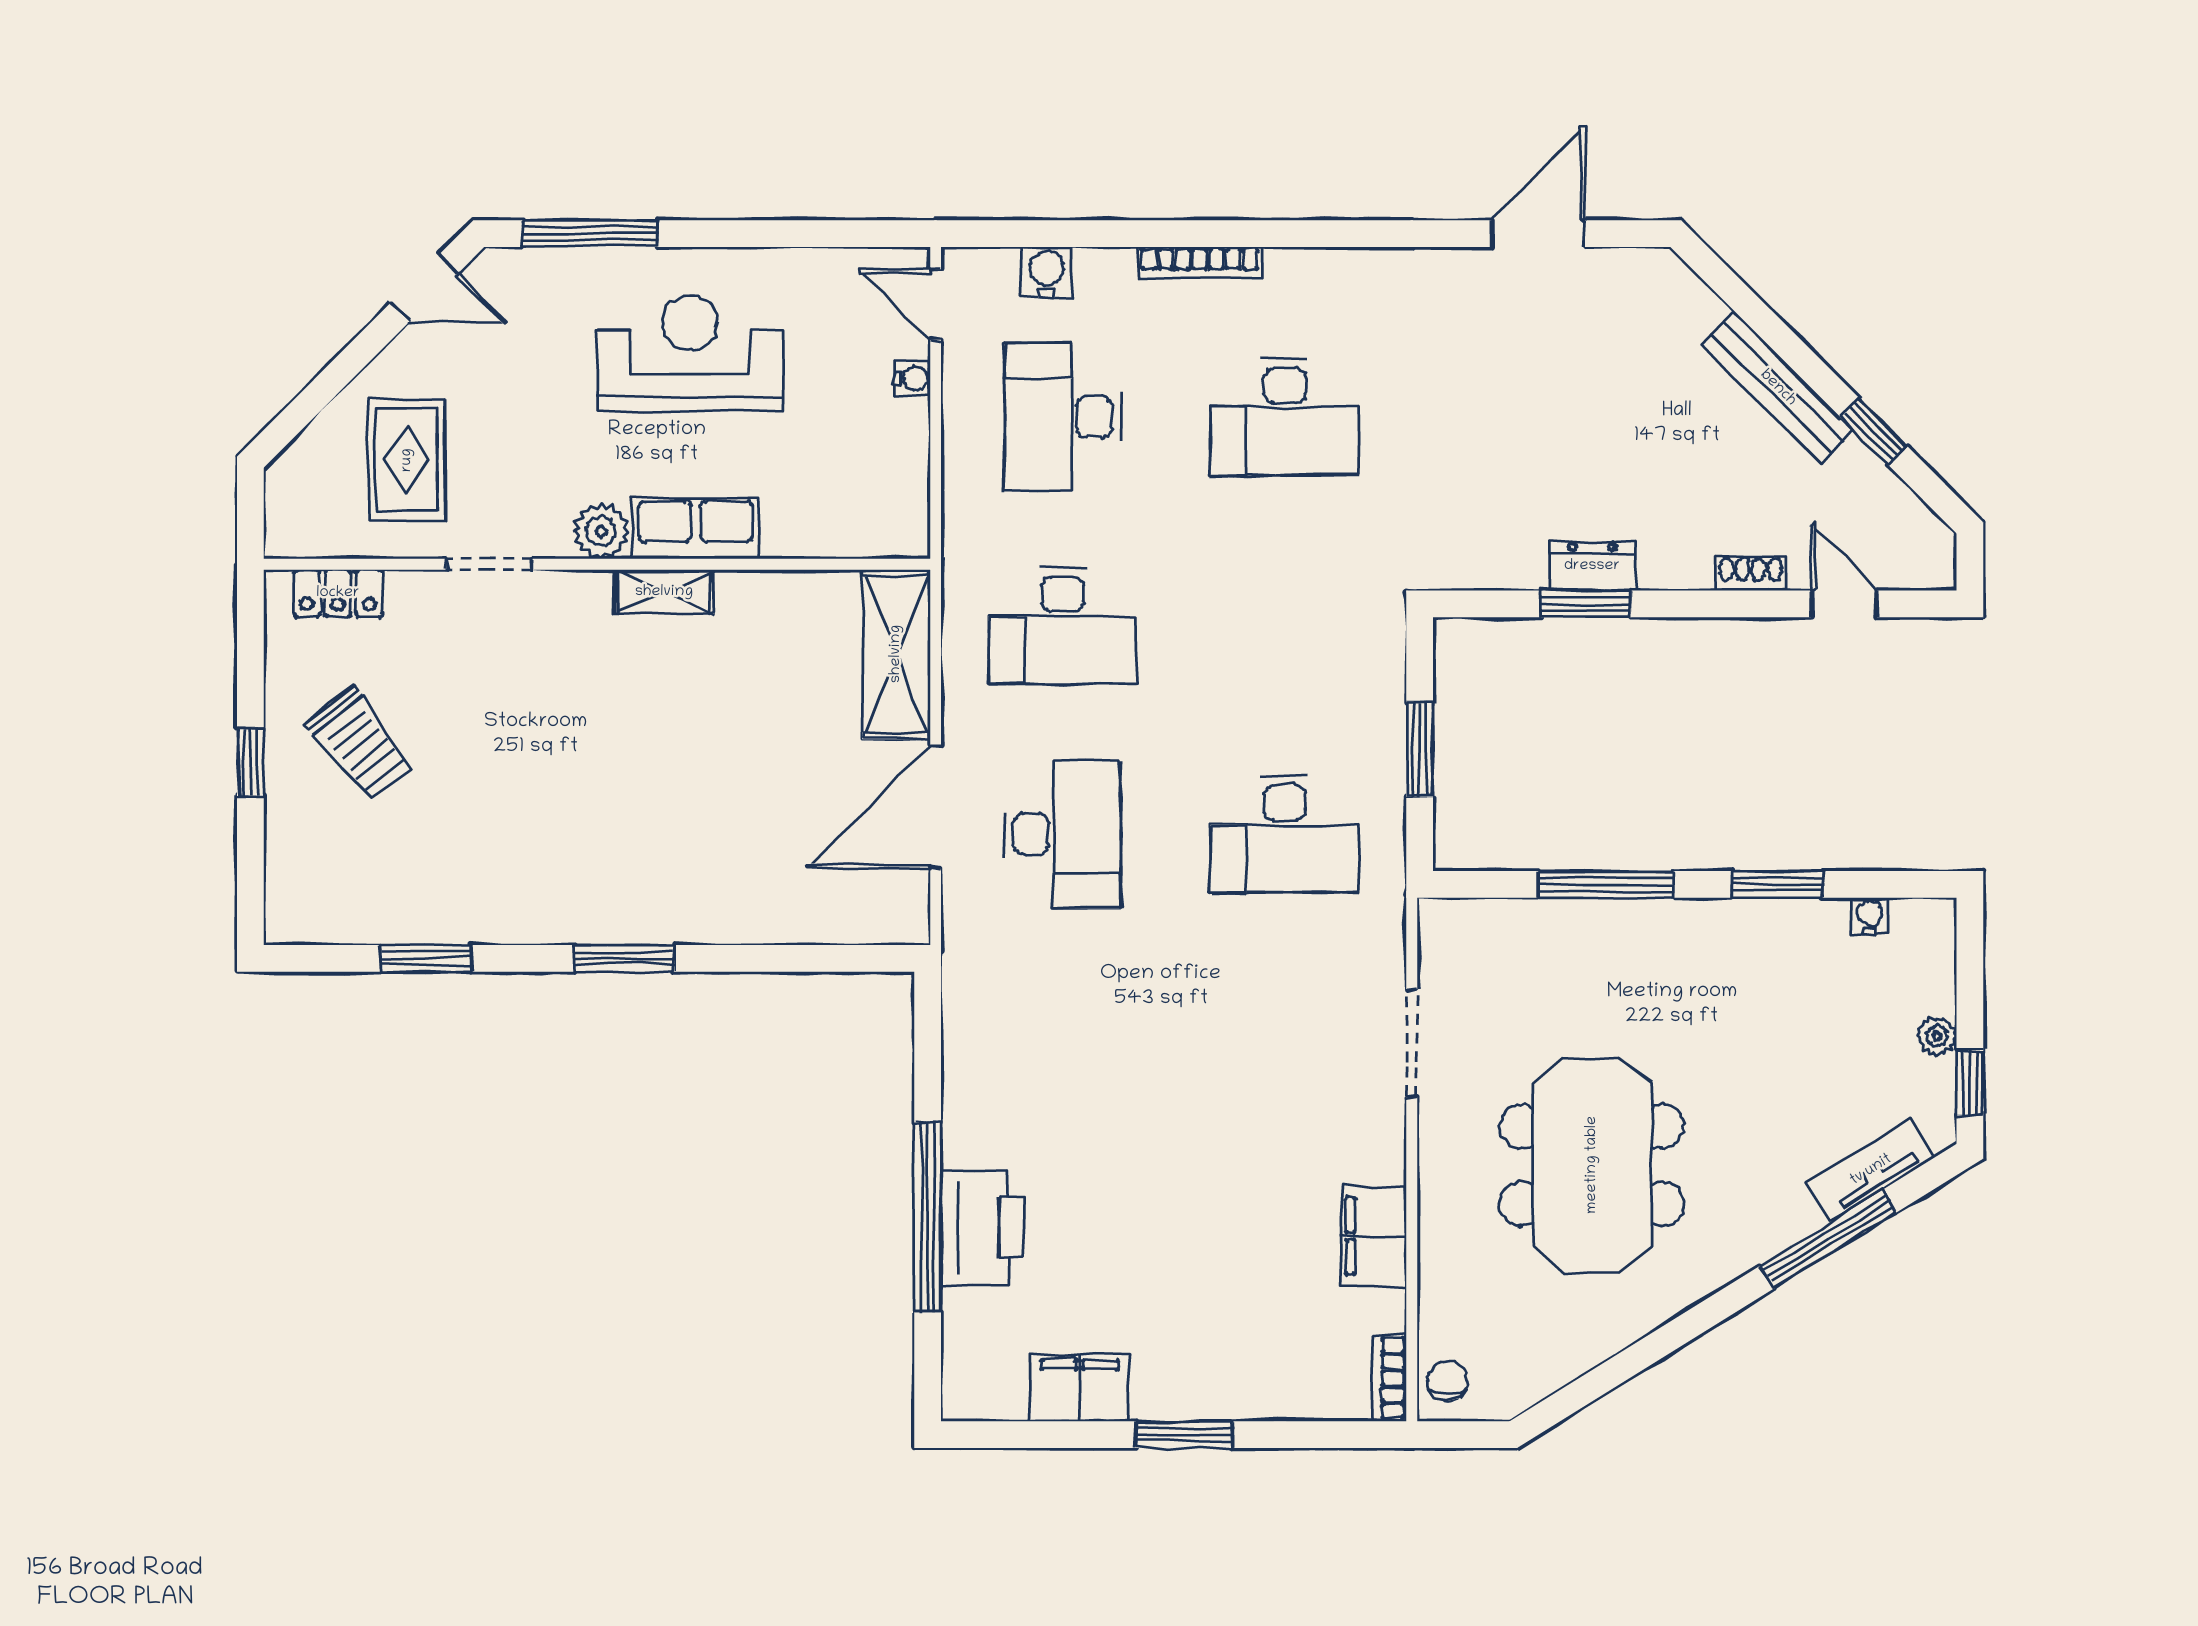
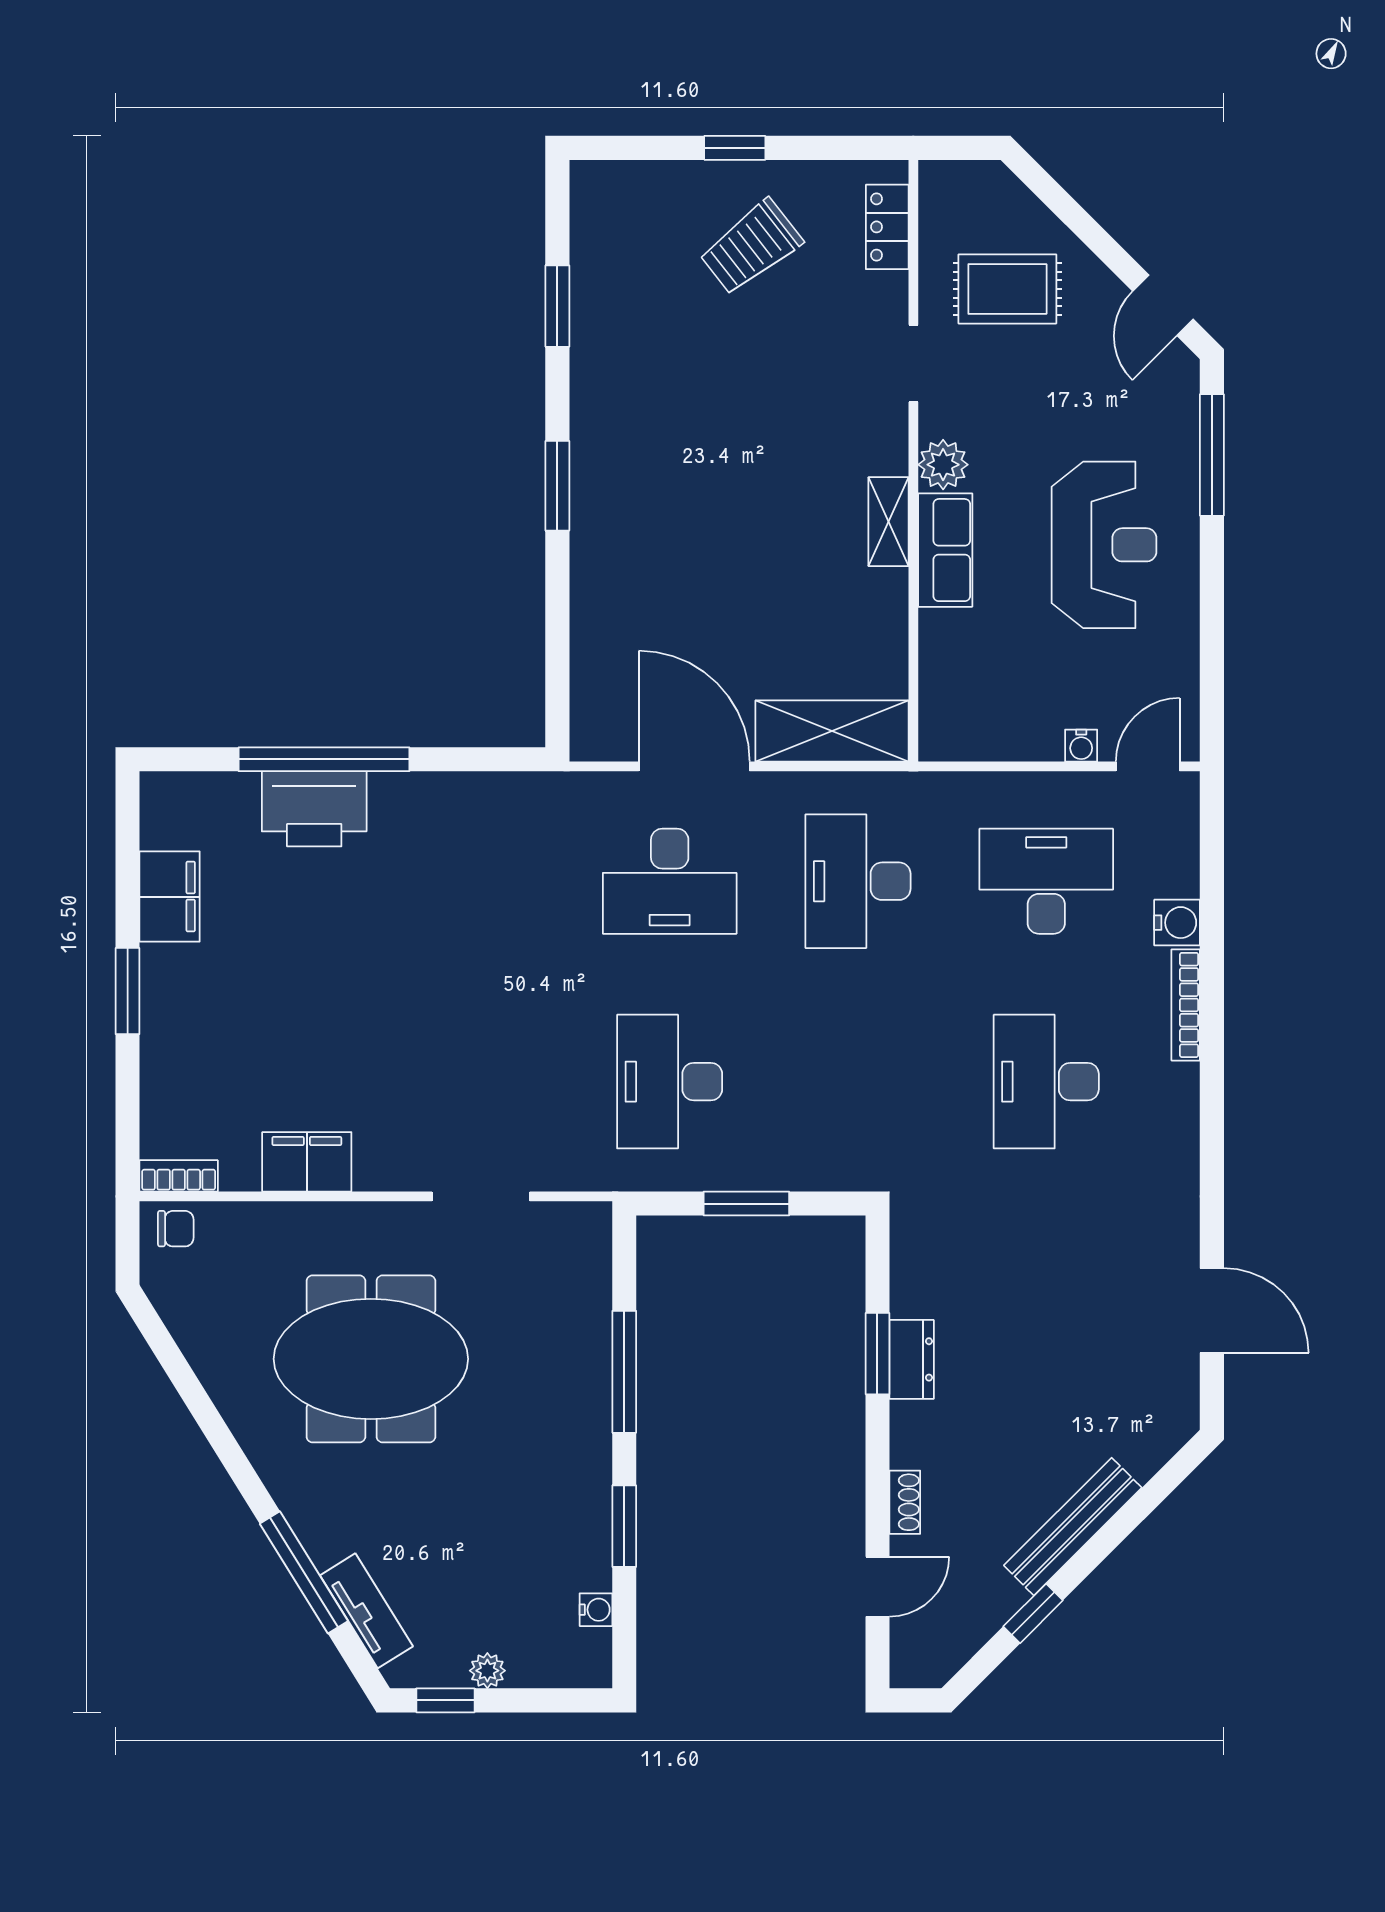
water cooler: (1046, 272) -> (1177, 923), moved

